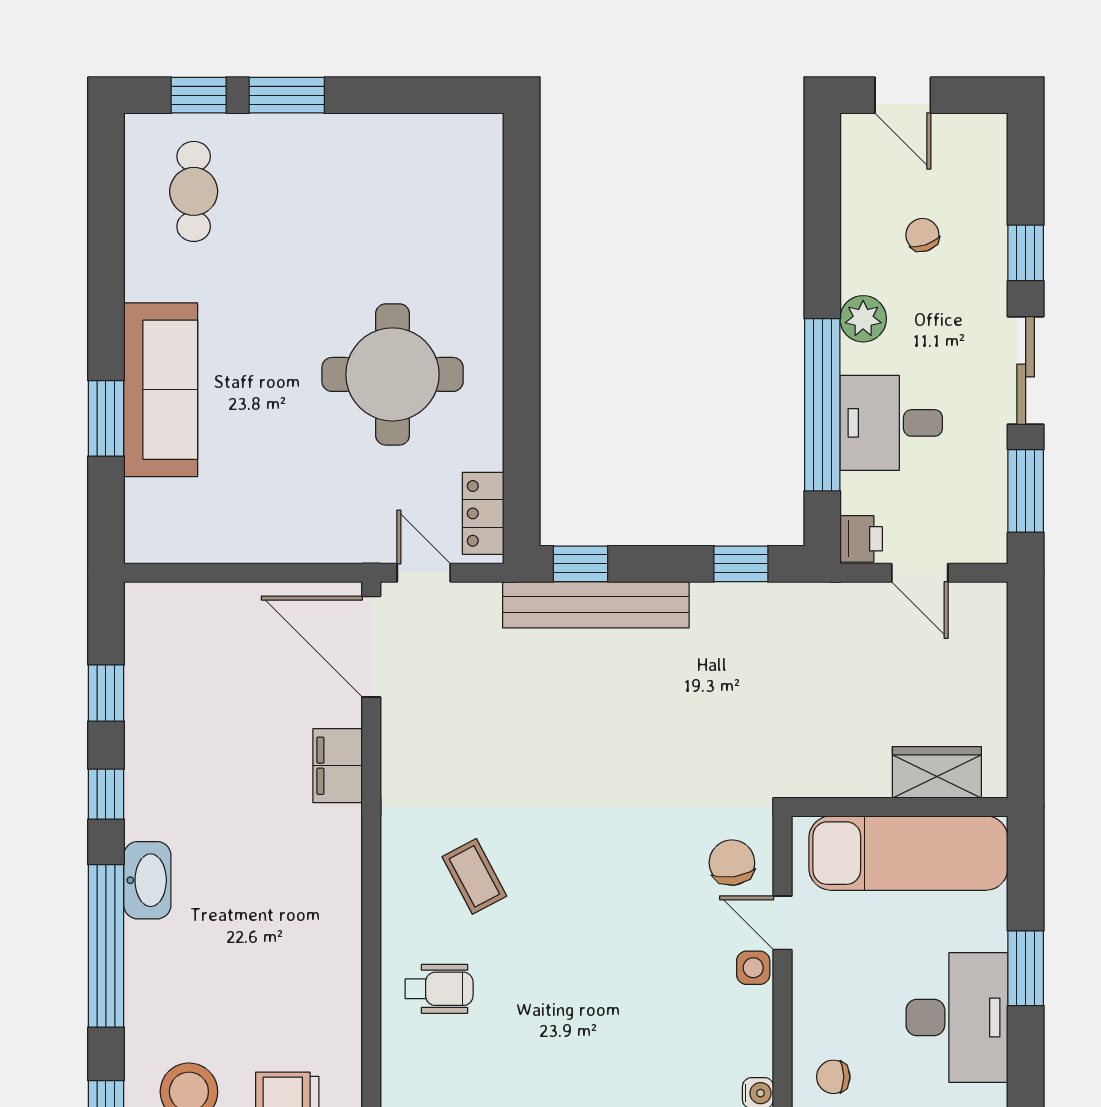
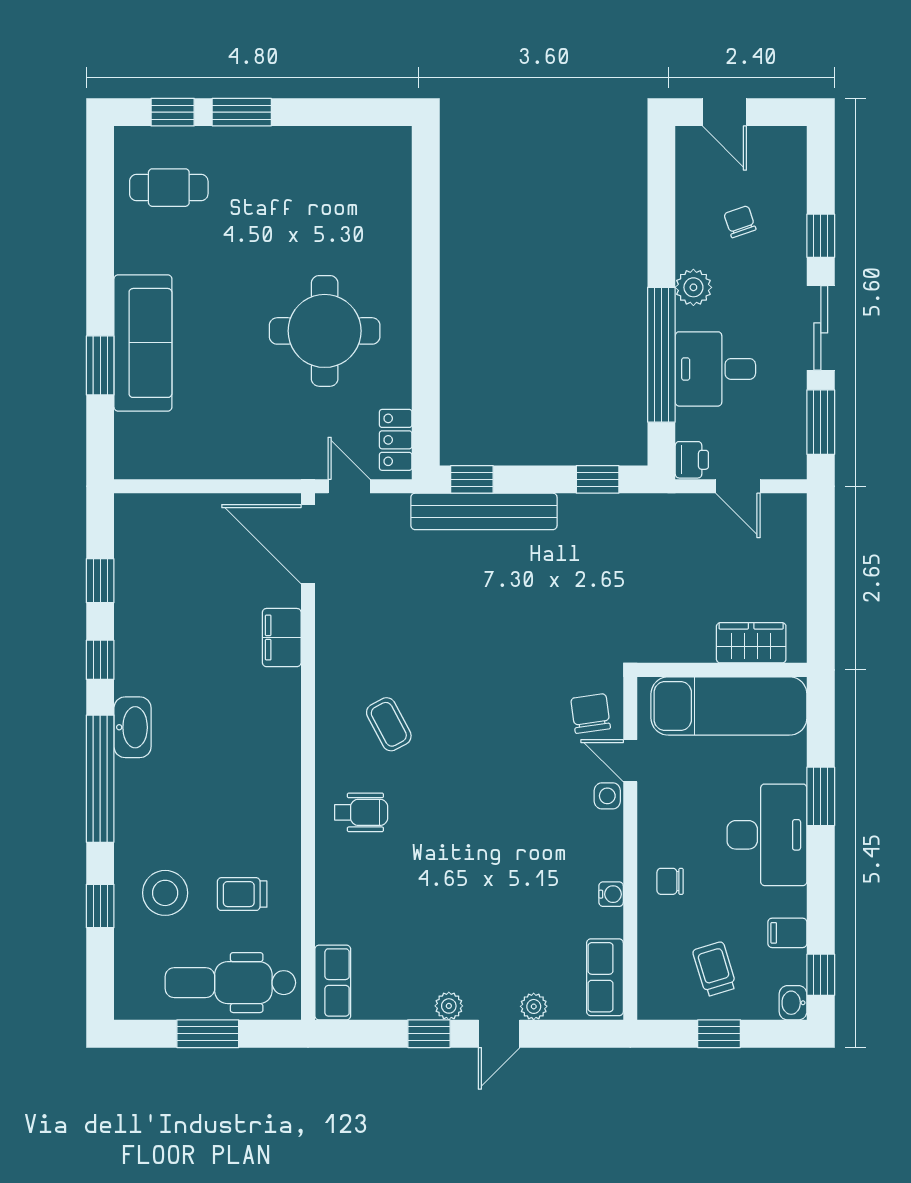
cafe table: (194, 191) -> (169, 188), turned 90

